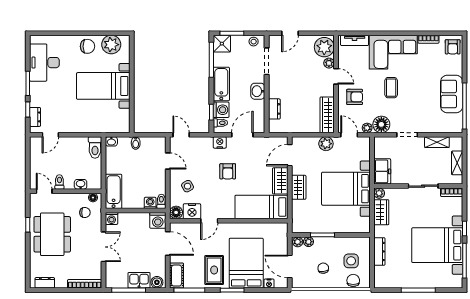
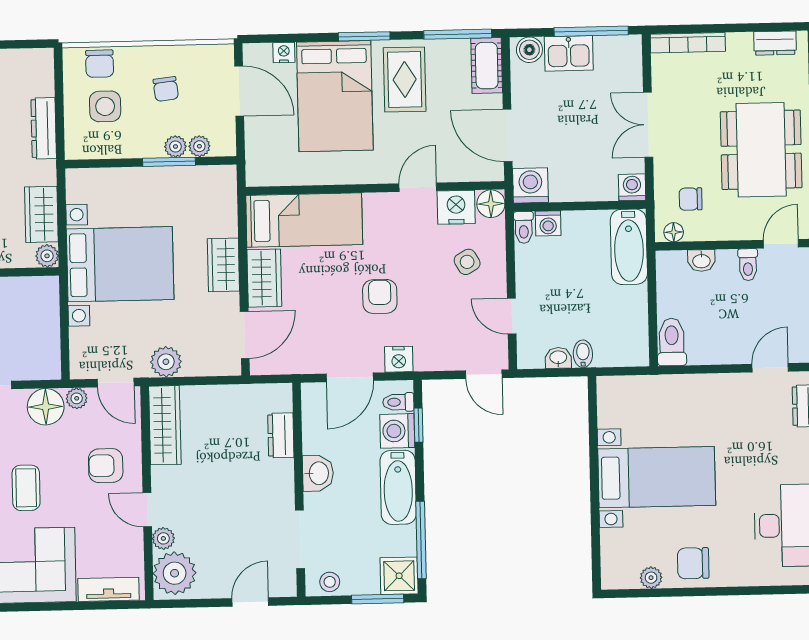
plant: (111, 45) -> (651, 578), width x0.53, depth x0.53
washbasin: (111, 141) -> (558, 358), moved
freezer: (382, 171) -> (41, 304), removed
door: (44, 191) -> (781, 244), swing flipped
plant: (298, 242) -> (175, 146), moved

